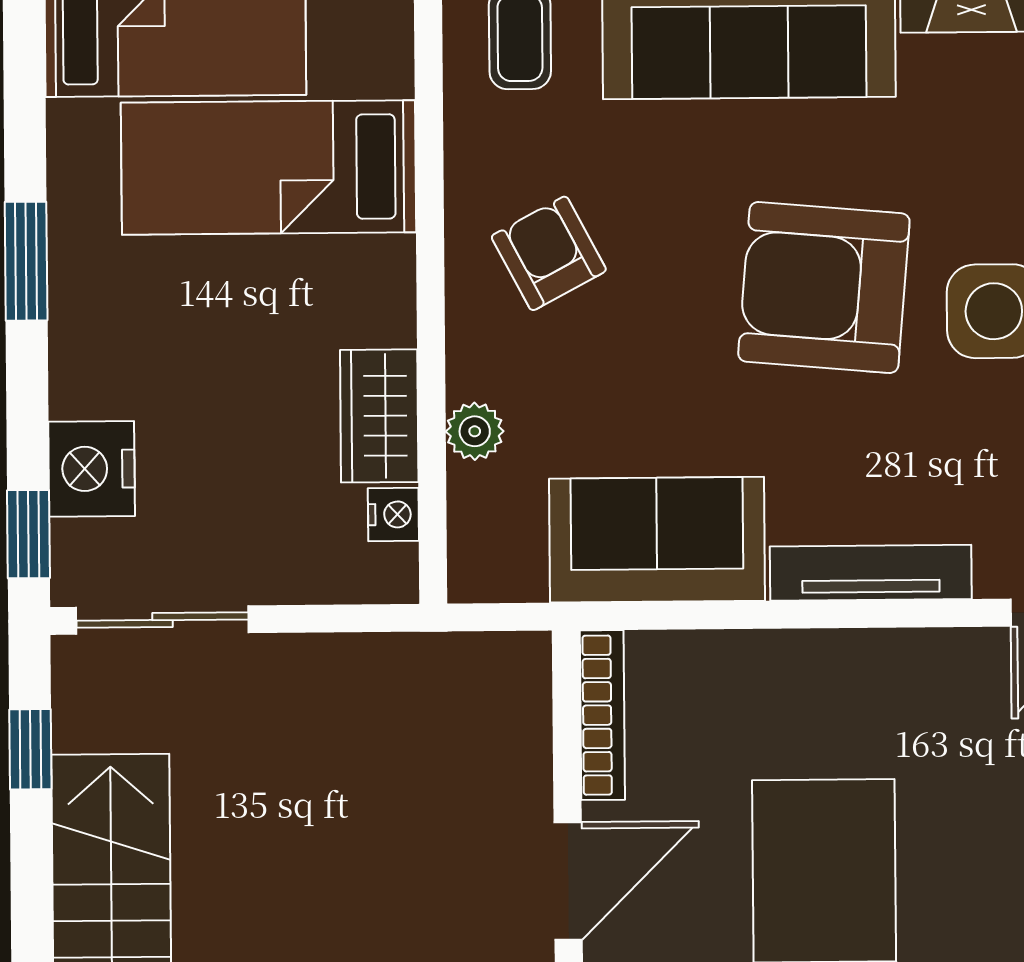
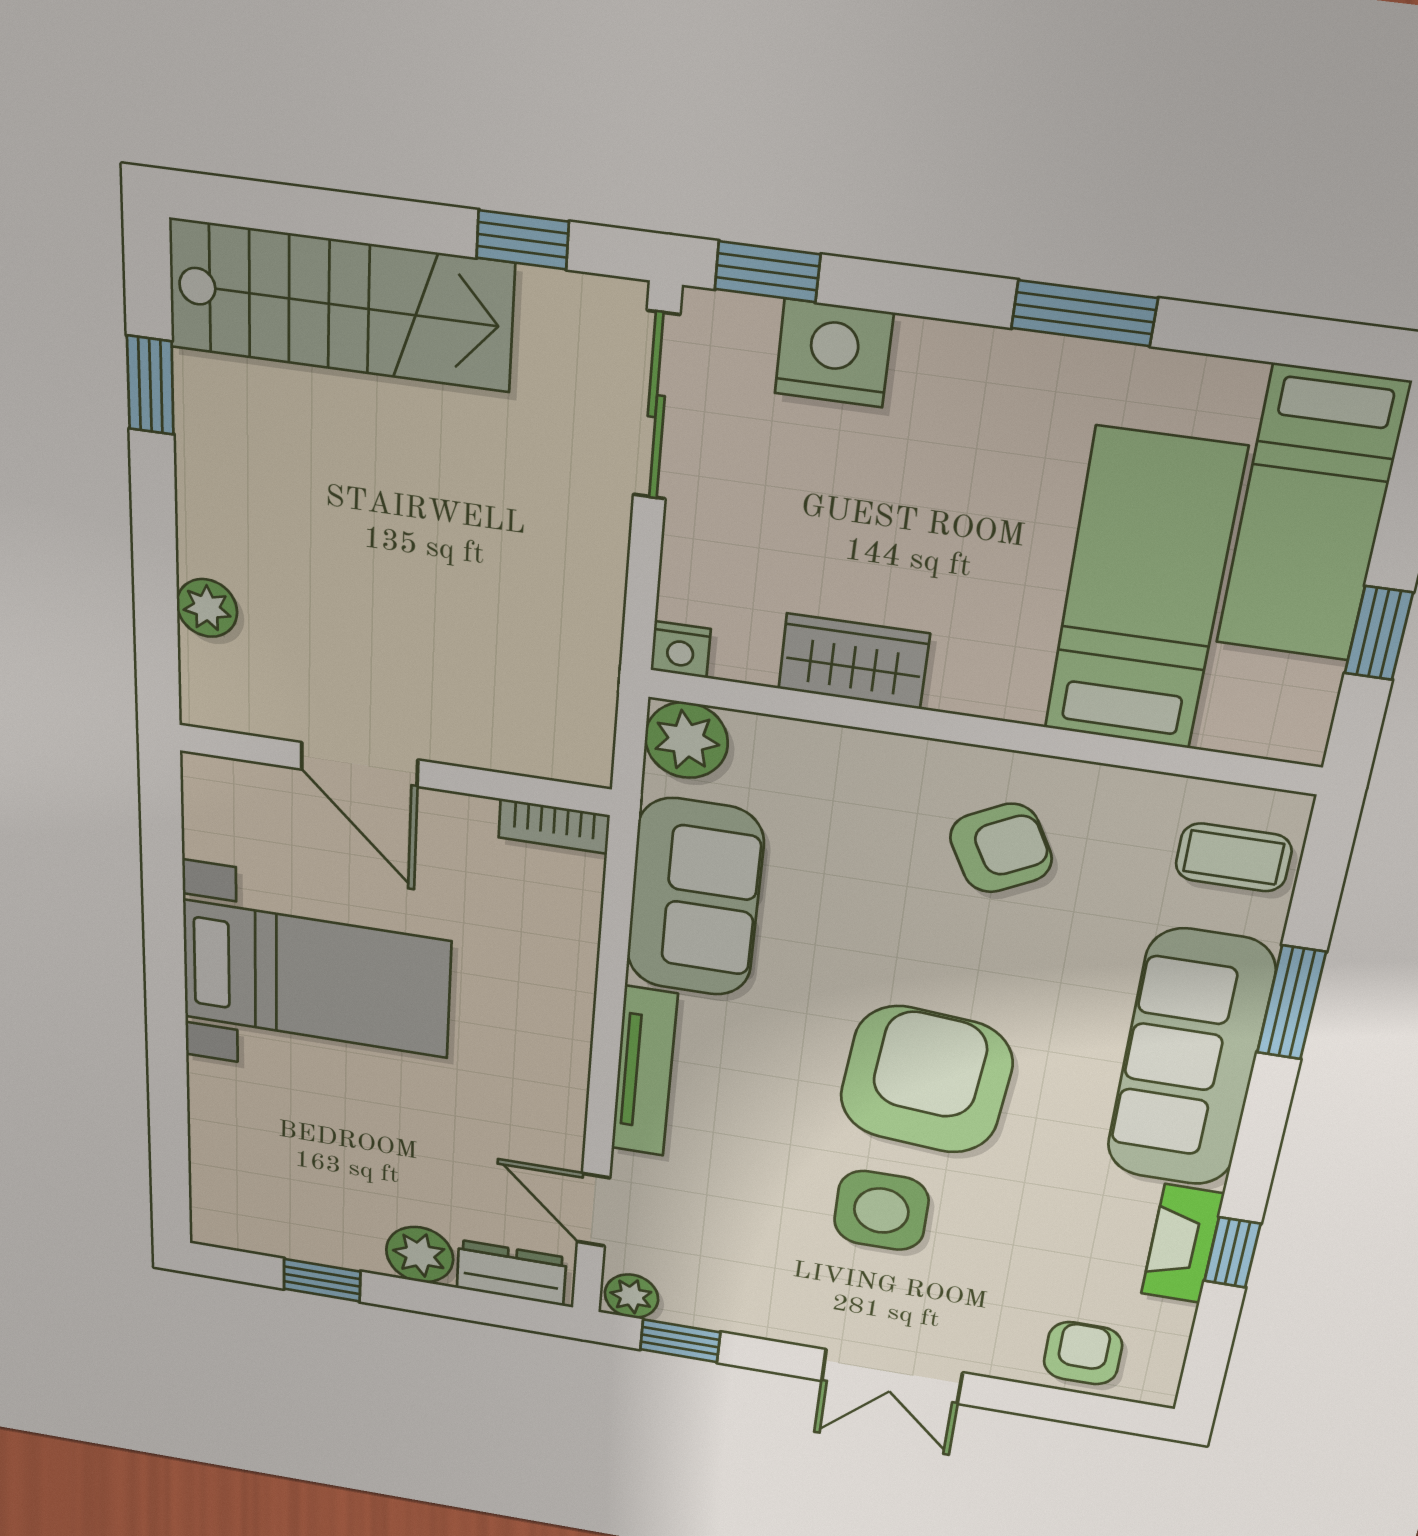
plant: (475, 431) -> (686, 740), moved, width x1.38, depth x1.38
nightstand: (393, 514) -> (680, 650), moved
bookcase: (602, 715) -> (554, 826), width x0.64

